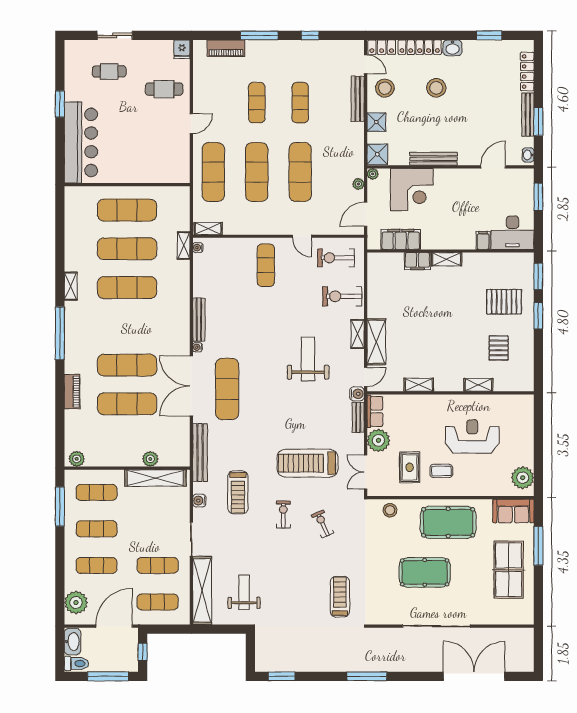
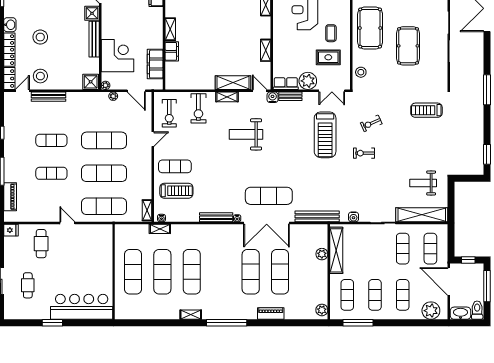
shower: (376, 122) -> (92, 13), moved
treadmill: (238, 492) -> (176, 191), moved

